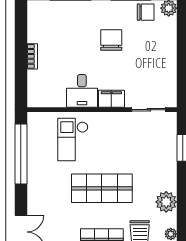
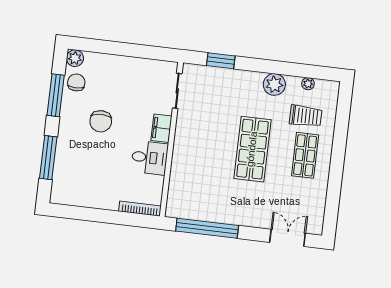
chair: (111, 40) -> (101, 121), turned -90
bookcase: (32, 56) -> (140, 209), moved, width x1.56
checkout: (73, 139) -> (199, 173), removed

